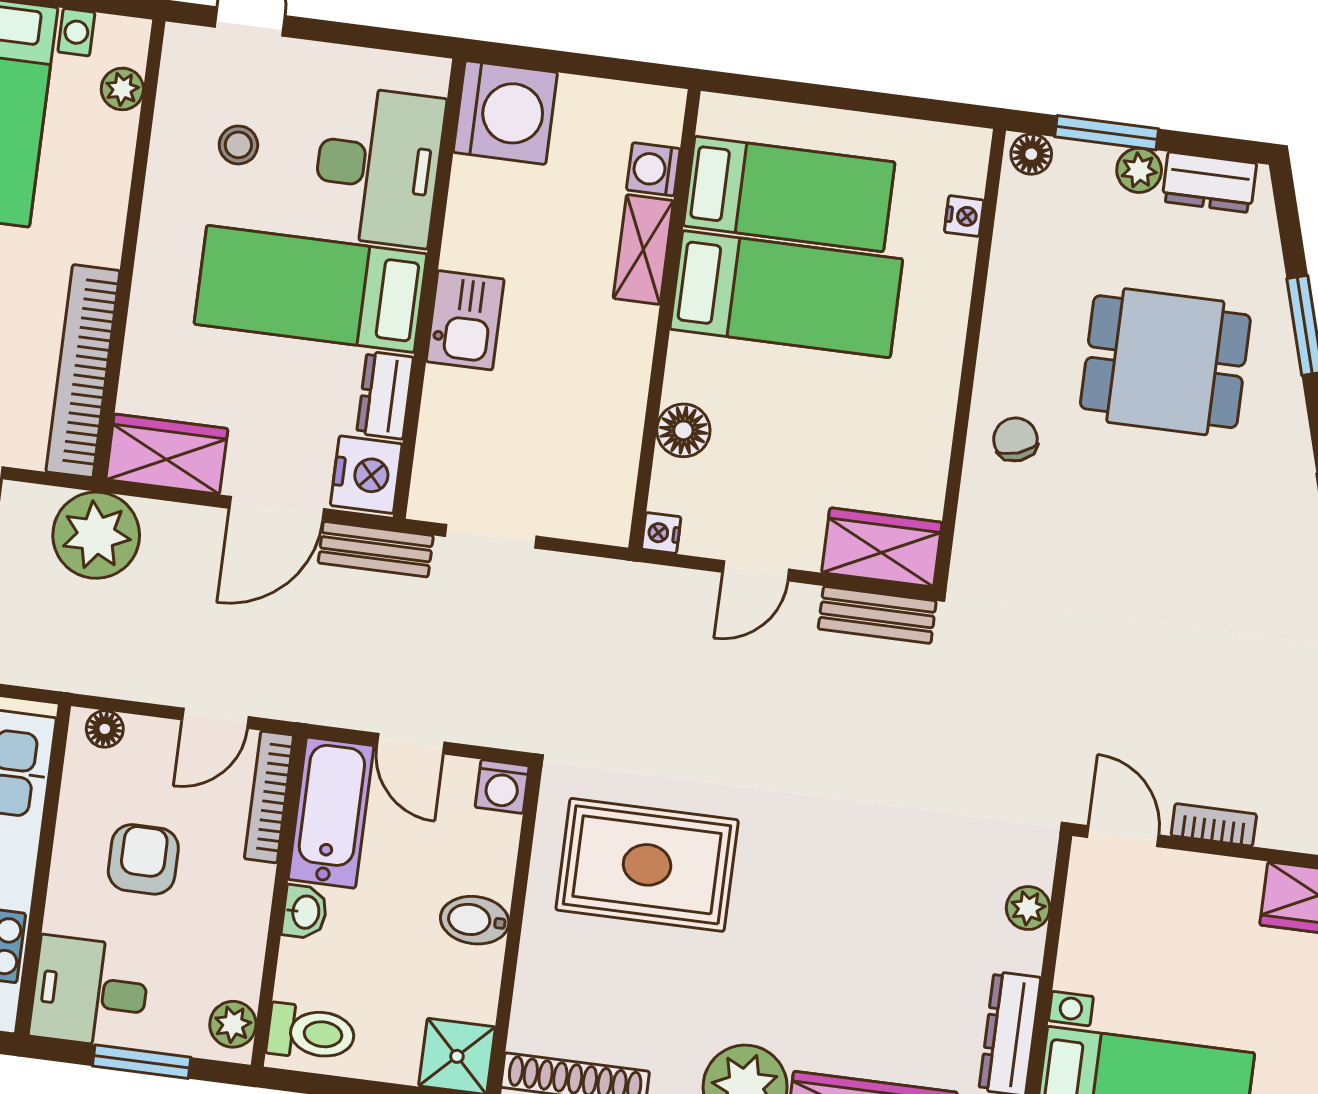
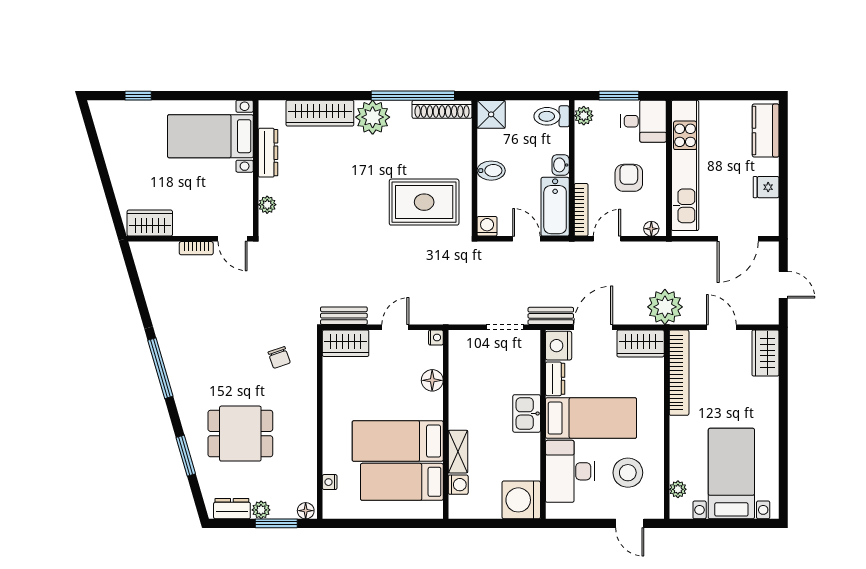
stool: (238, 145) -> (628, 473), width x1.89, depth x1.89
chair: (1015, 439) -> (279, 357), moved
armchair: (143, 859) -> (629, 178), turned 180

